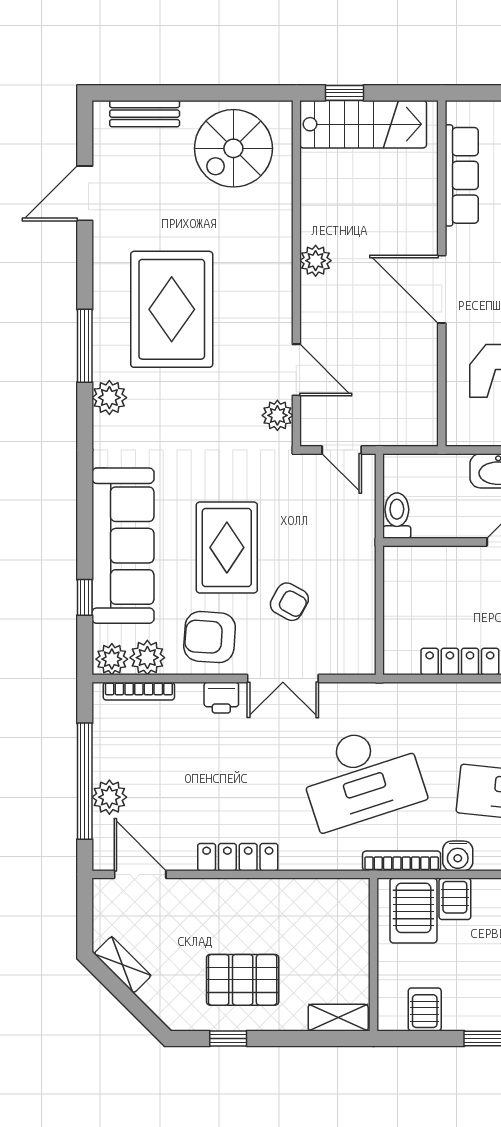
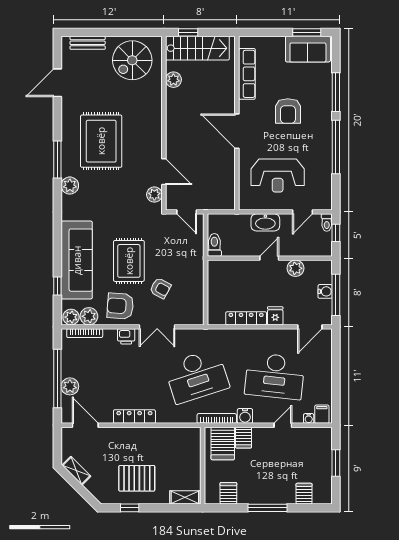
plant: (316, 261) -> (173, 80), moved

